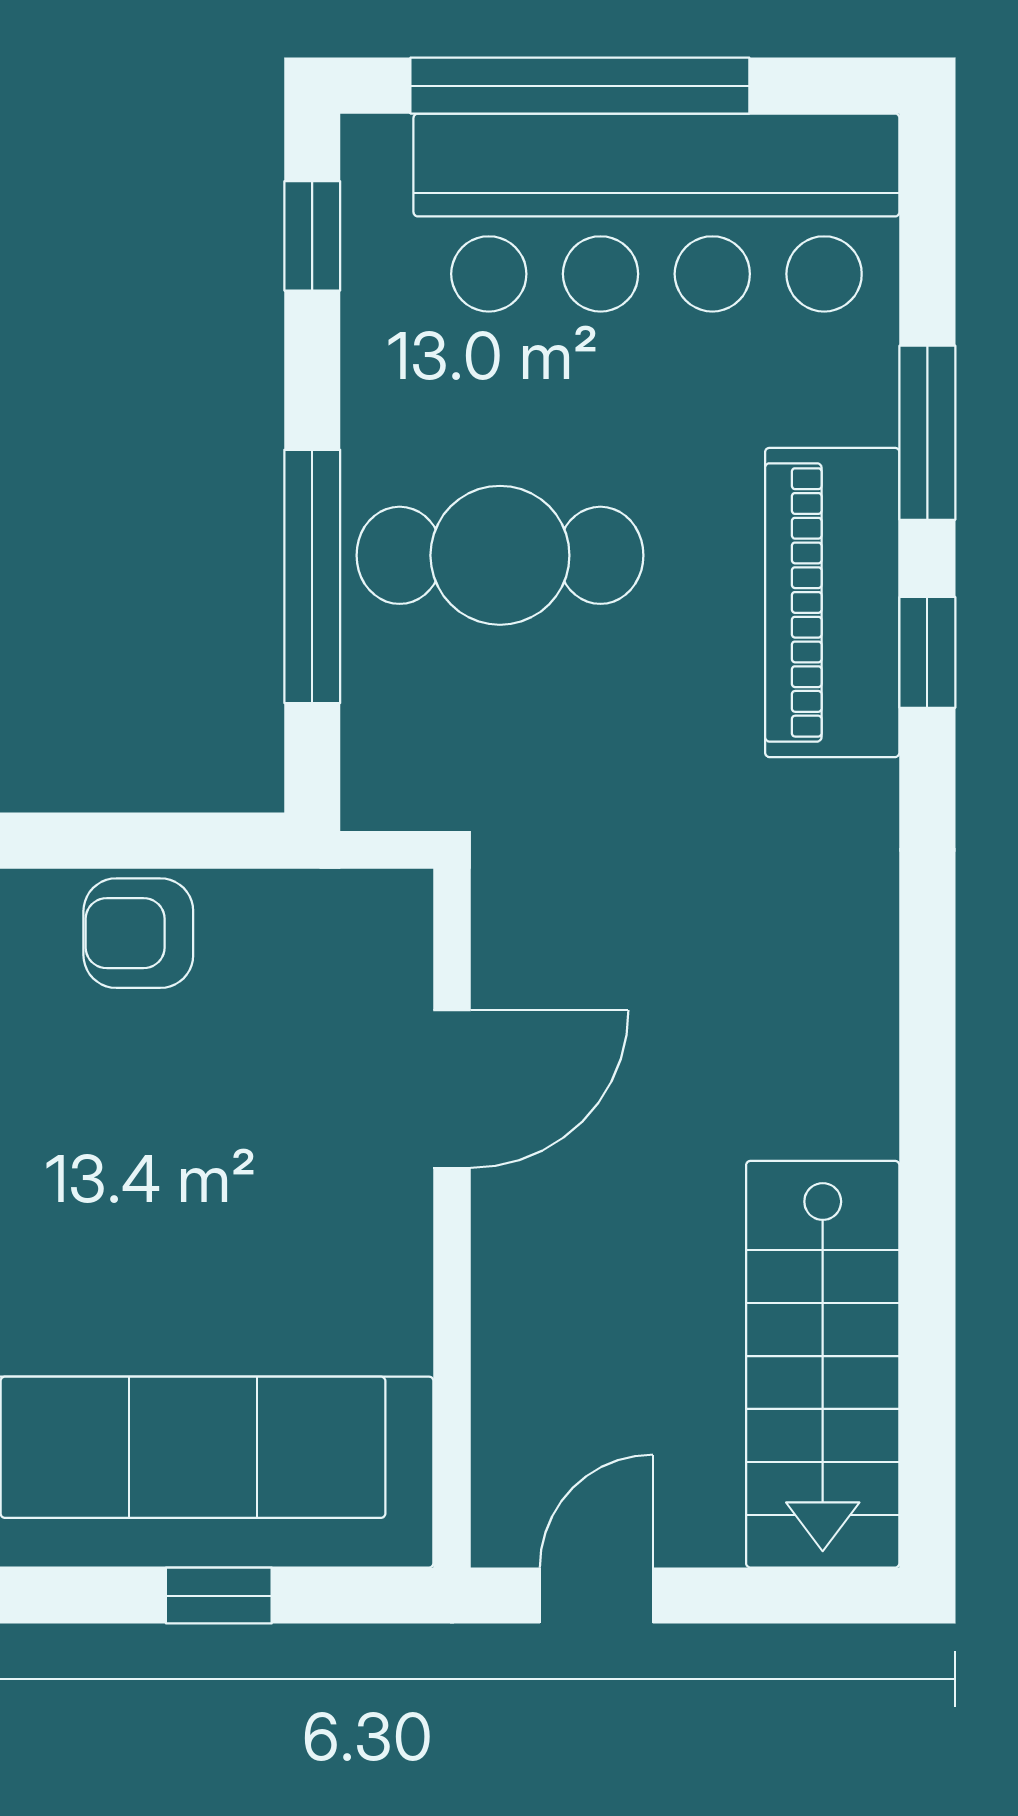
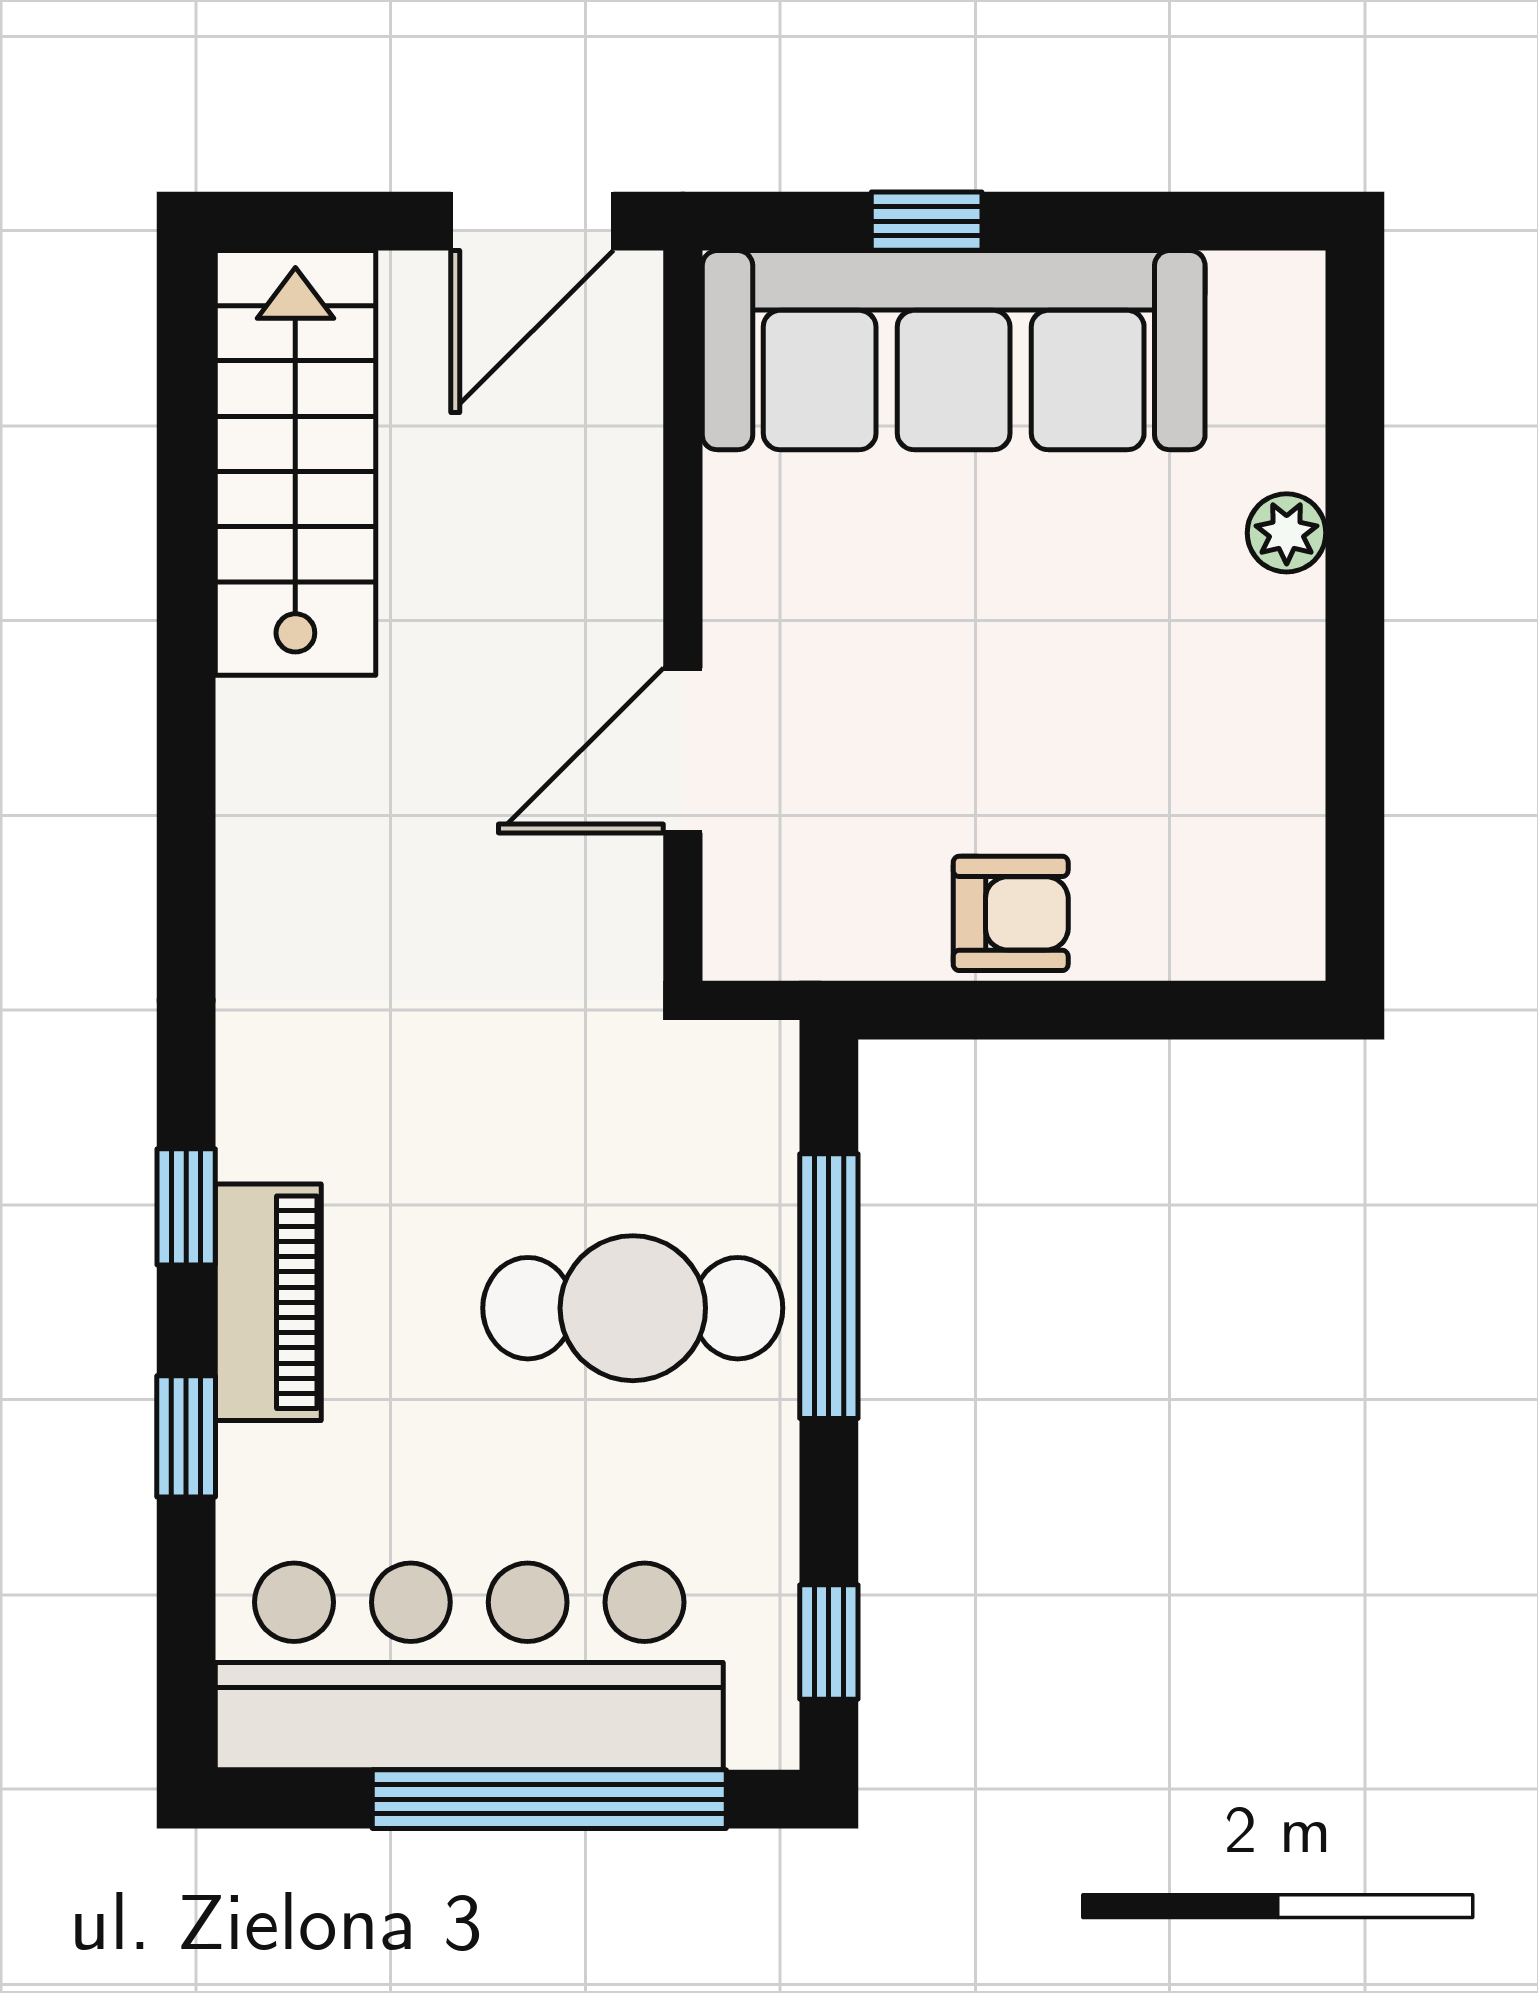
window: (927, 433) -> (186, 1436), width x0.67
piano: (832, 602) -> (268, 1302), width x0.73, depth x0.75
door: (596, 1596) -> (532, 221), width x1.38

